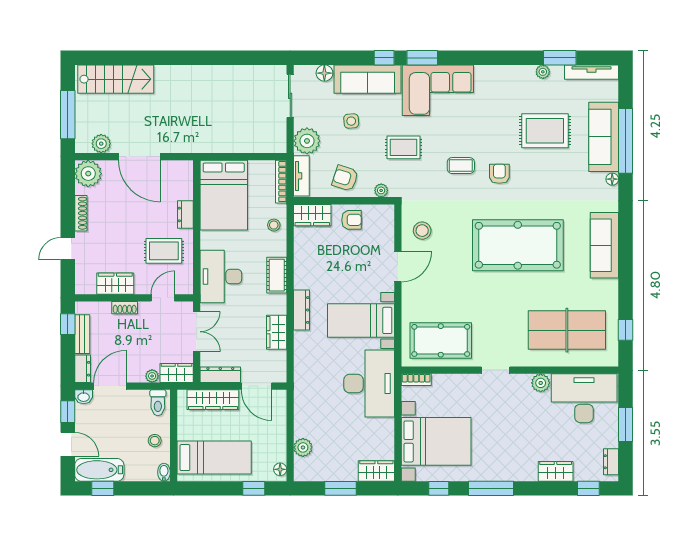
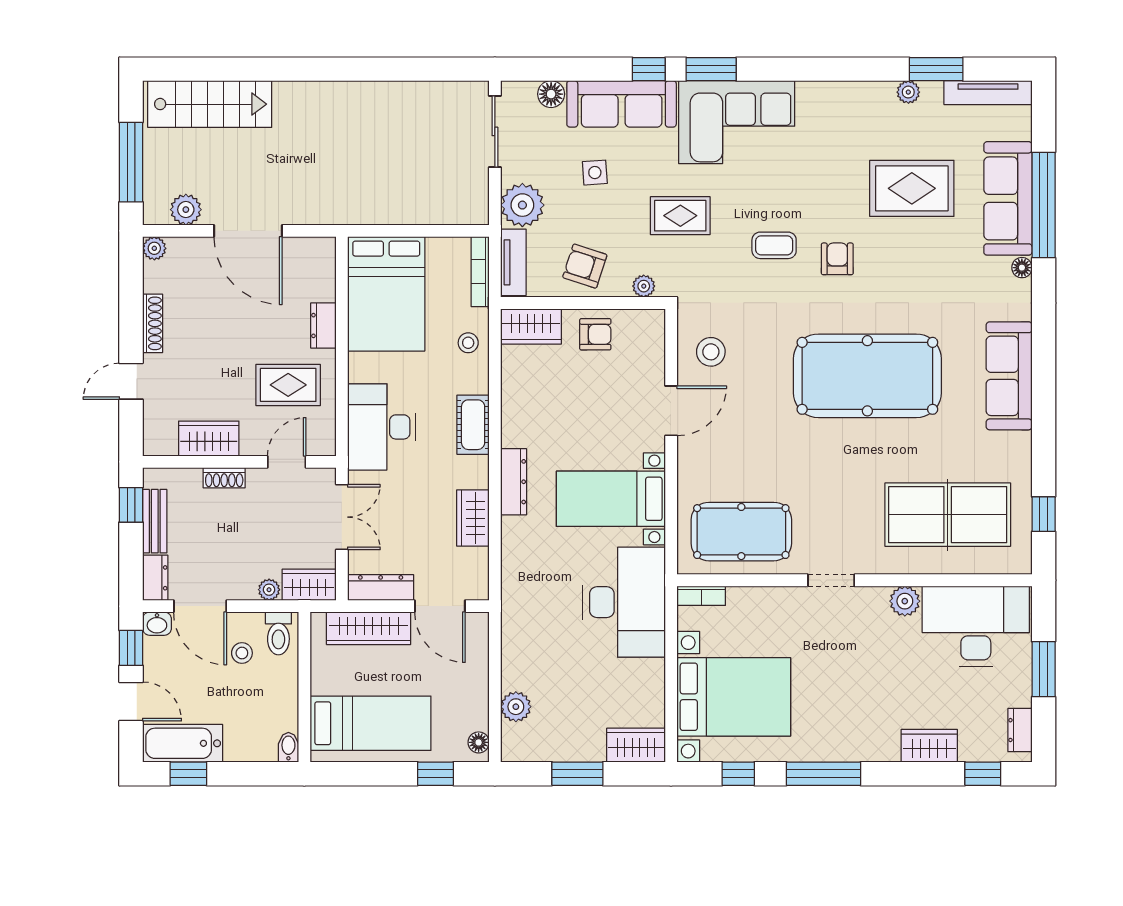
plant: (88, 174) -> (154, 248), width x0.53, depth x0.53
door: (110, 386) -> (200, 606), swing flipped
stool: (155, 441) -> (242, 653), moved

